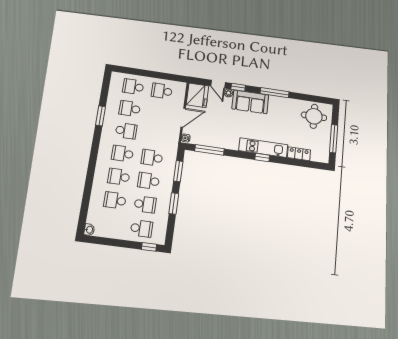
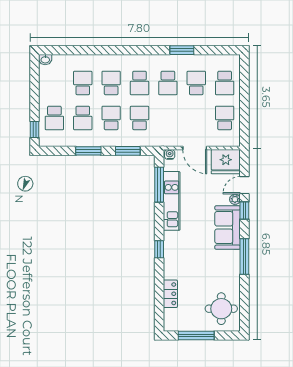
school desk: (133, 87) -> (225, 83), turned 180
kitchen unit: (263, 148) -> (172, 201), moved
school desk: (123, 154) -> (139, 83), turned 180

